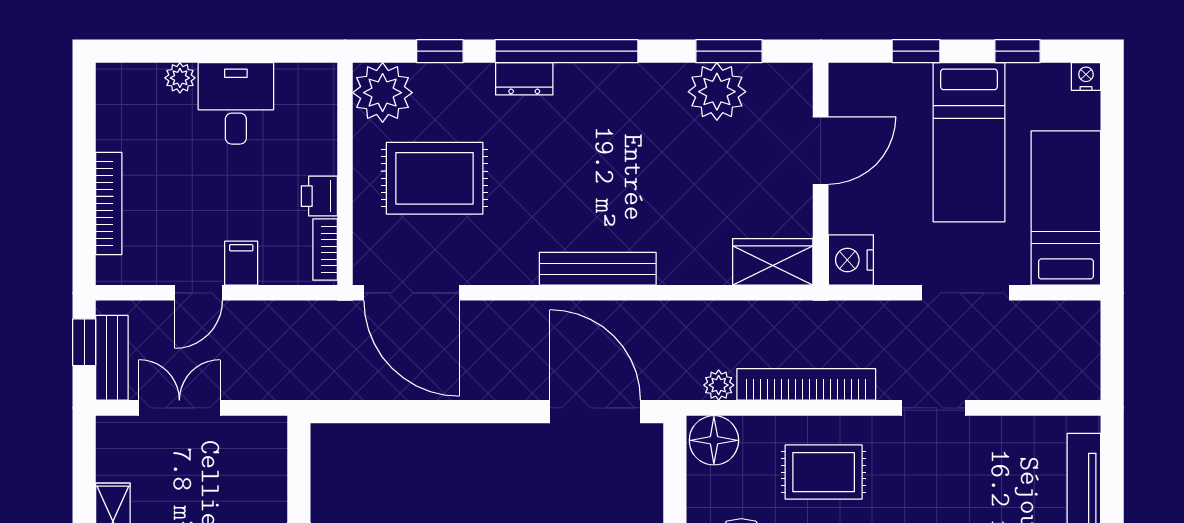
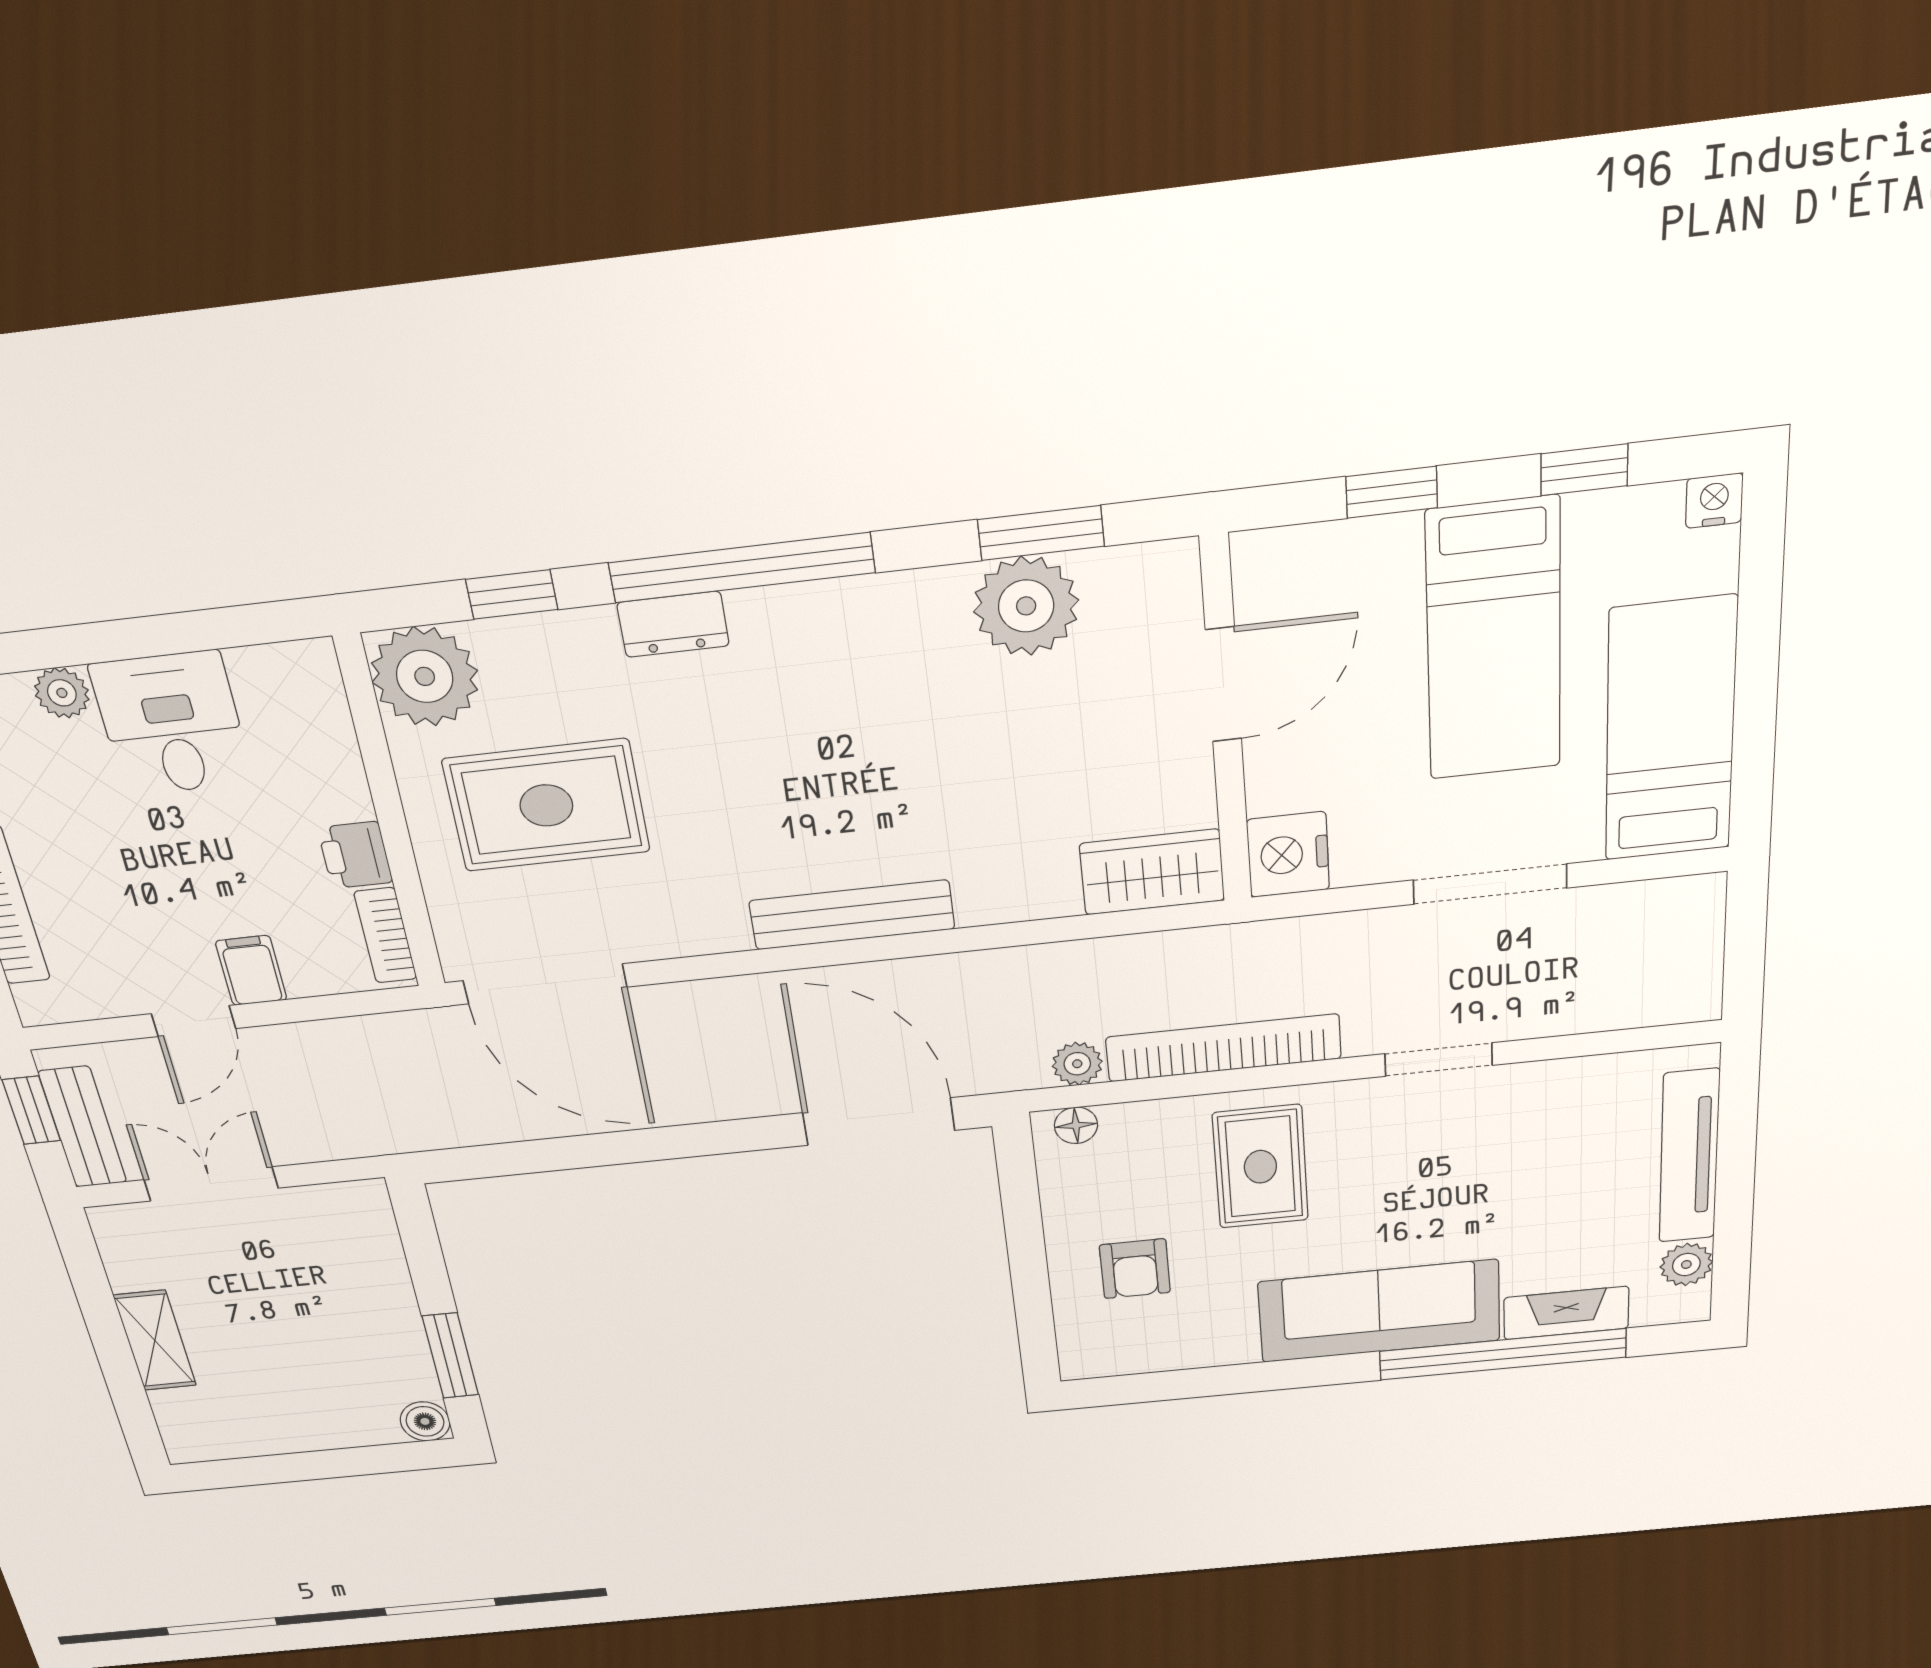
floor lamp: (714, 440) -> (1076, 1125), width x0.53, depth x0.53
rug: (824, 472) -> (1260, 1167), turned 90

